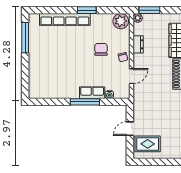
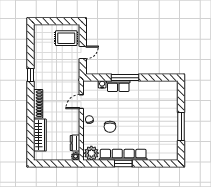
window: (149, 10) -> (64, 164), removed
row of seats: (65, 19) -> (123, 155), moved
window: (25, 38) -> (181, 127), moved
dresser: (138, 44) -> (75, 143), moved

